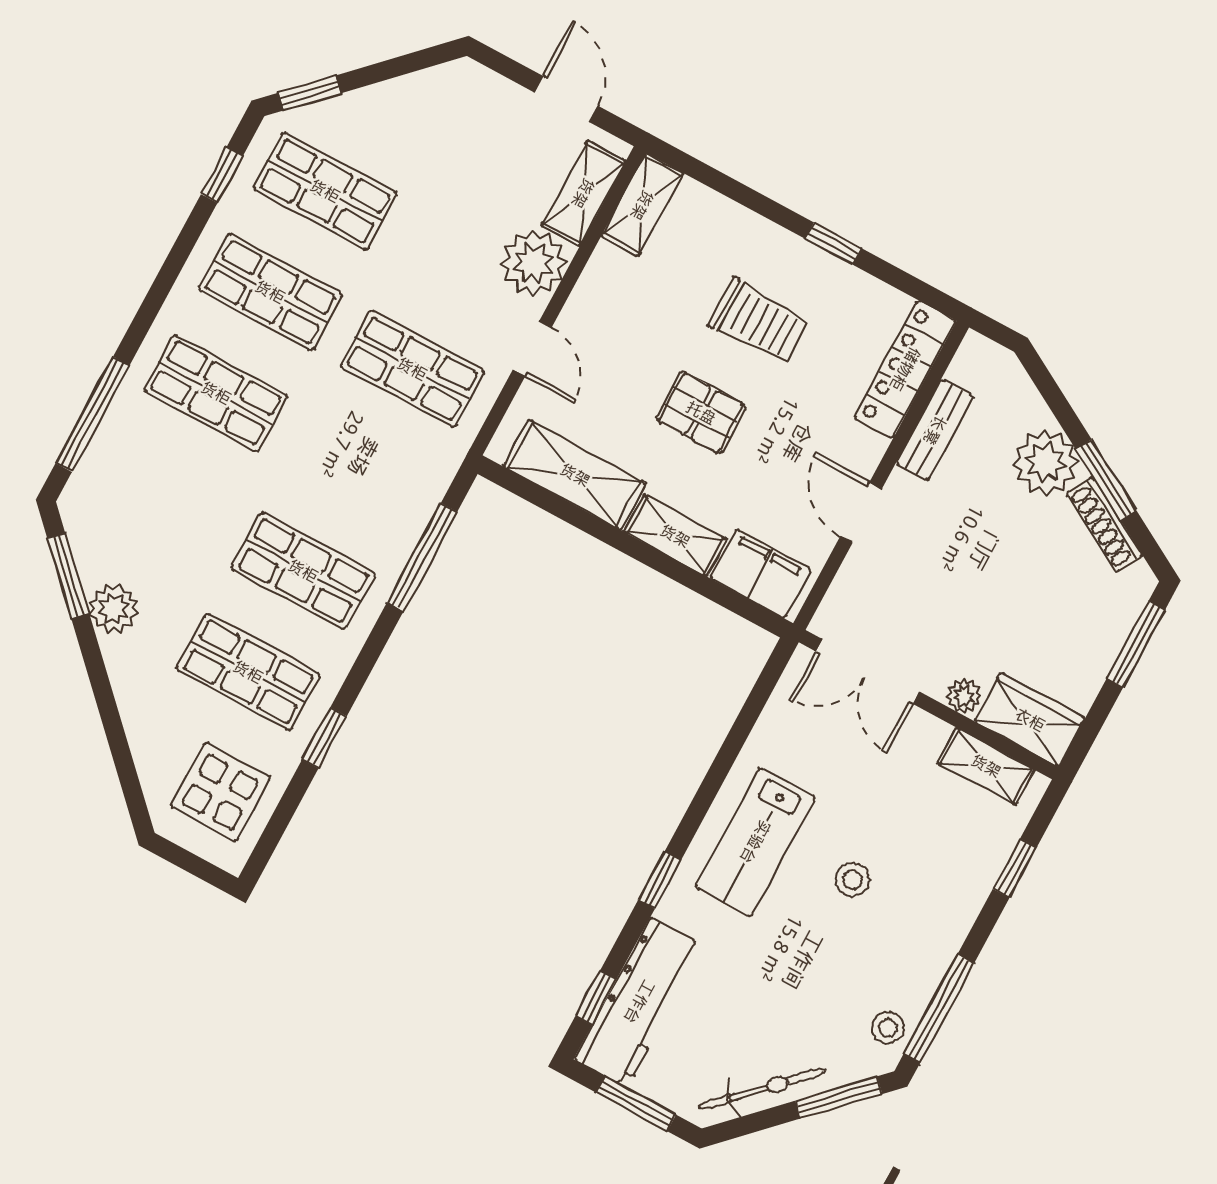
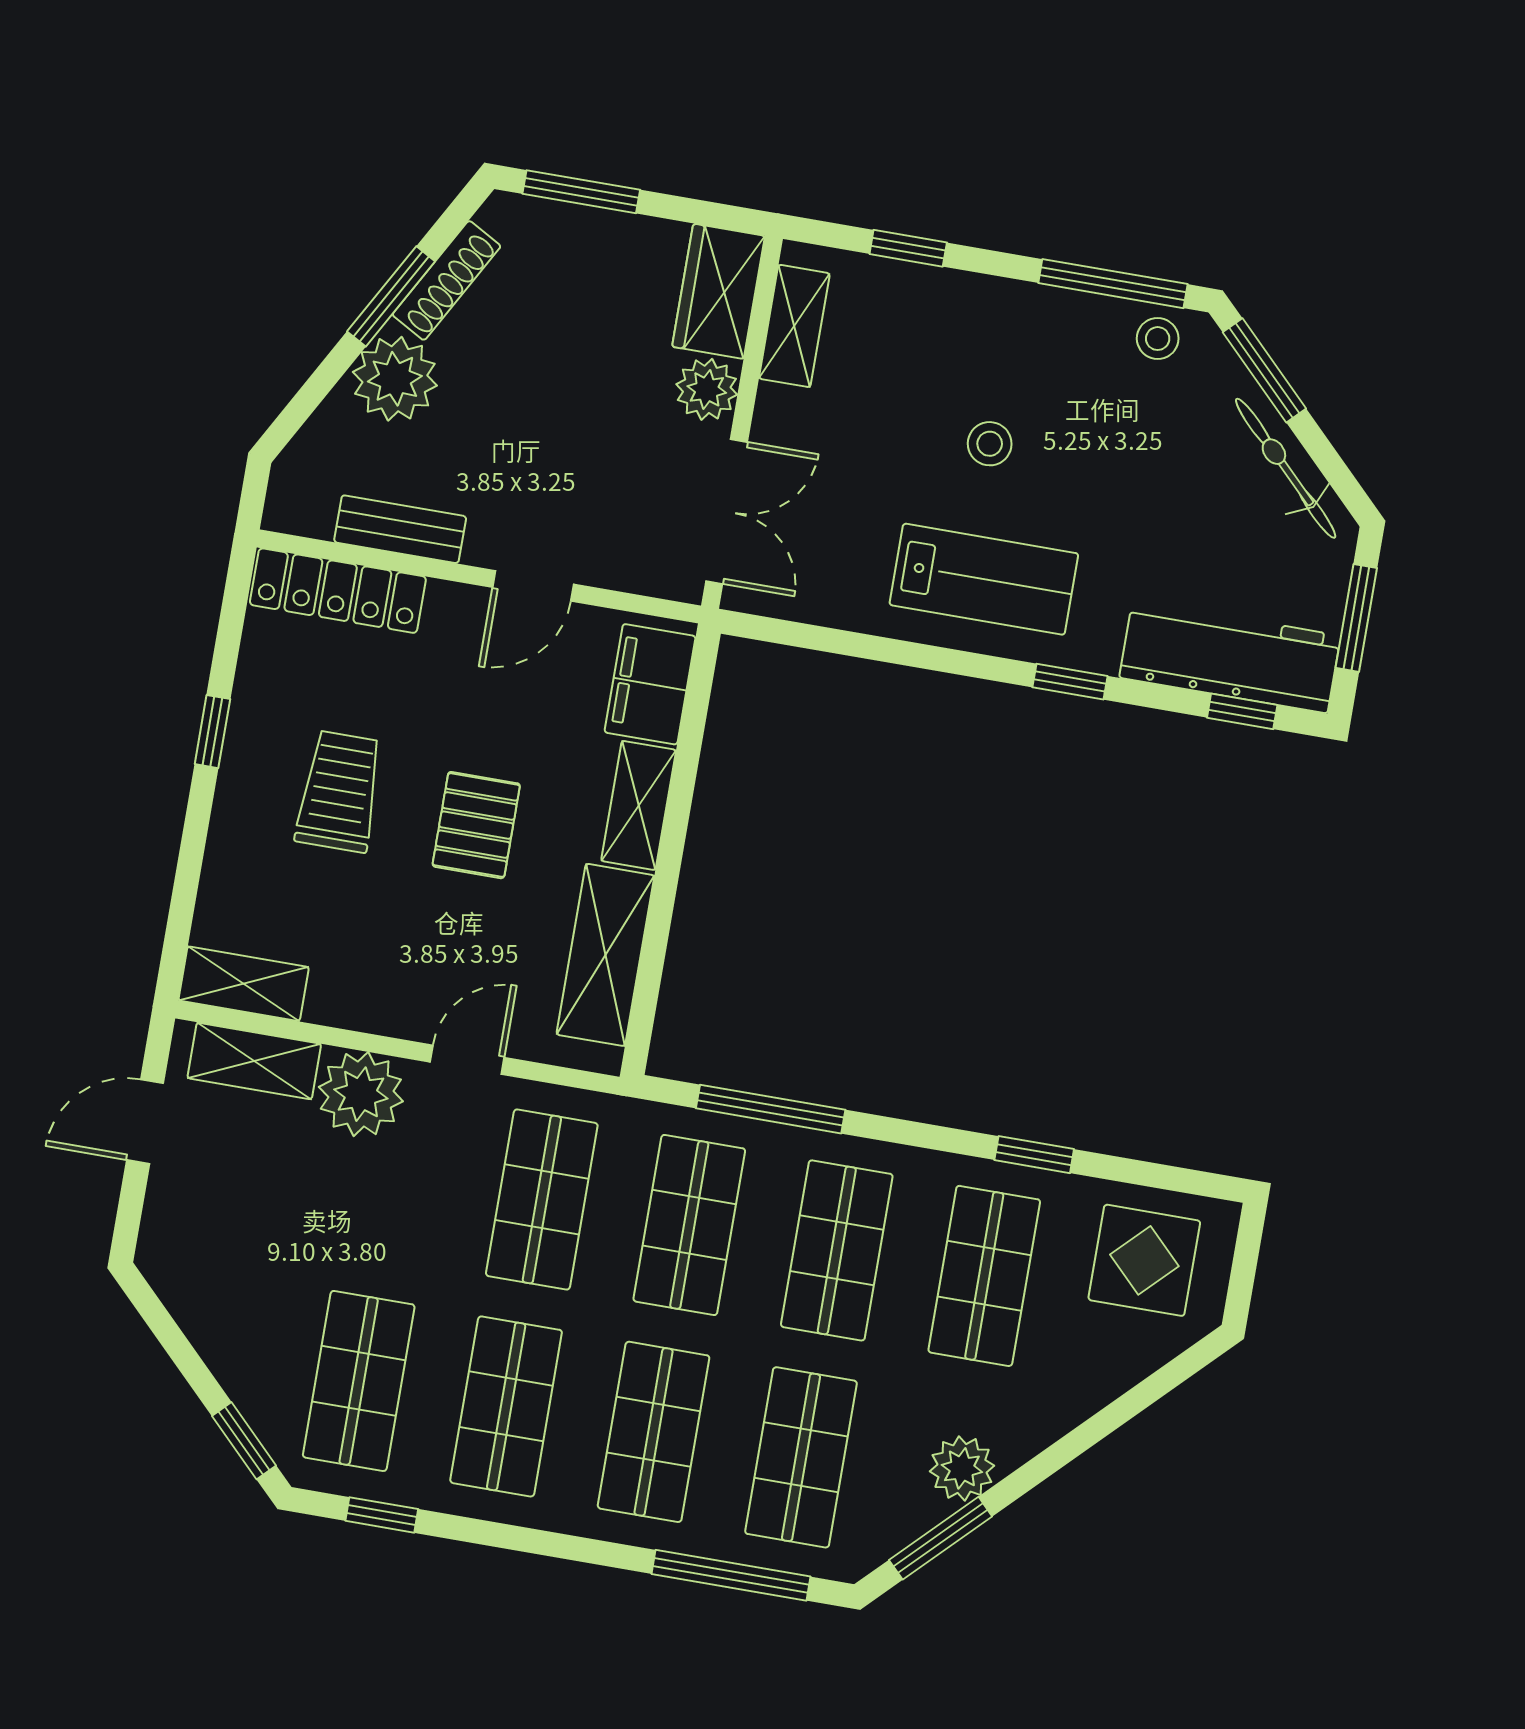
shop shelf: (358, 470) -> (689, 1225), added
shop shelf: (161, 494) -> (801, 1457), added
plant: (964, 696) -> (707, 389), width x1.38, depth x1.38

